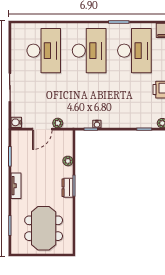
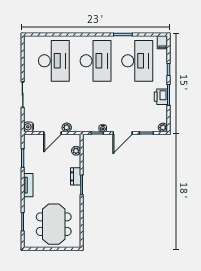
door: (118, 129) -> (123, 133), added
plant: (68, 161) -> (76, 151), moved
dresser: (67, 188) -> (76, 176), moved

